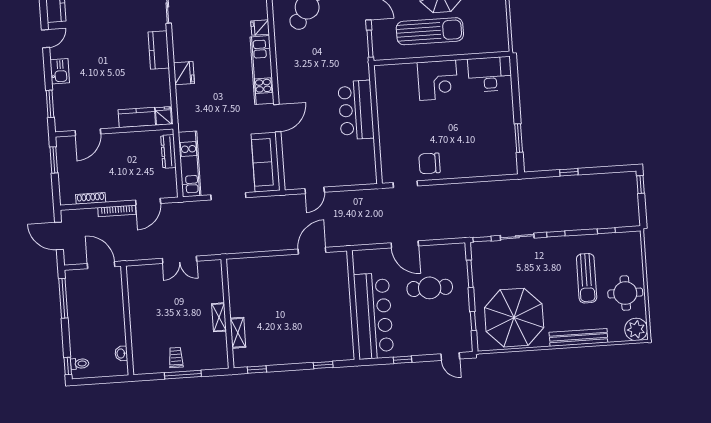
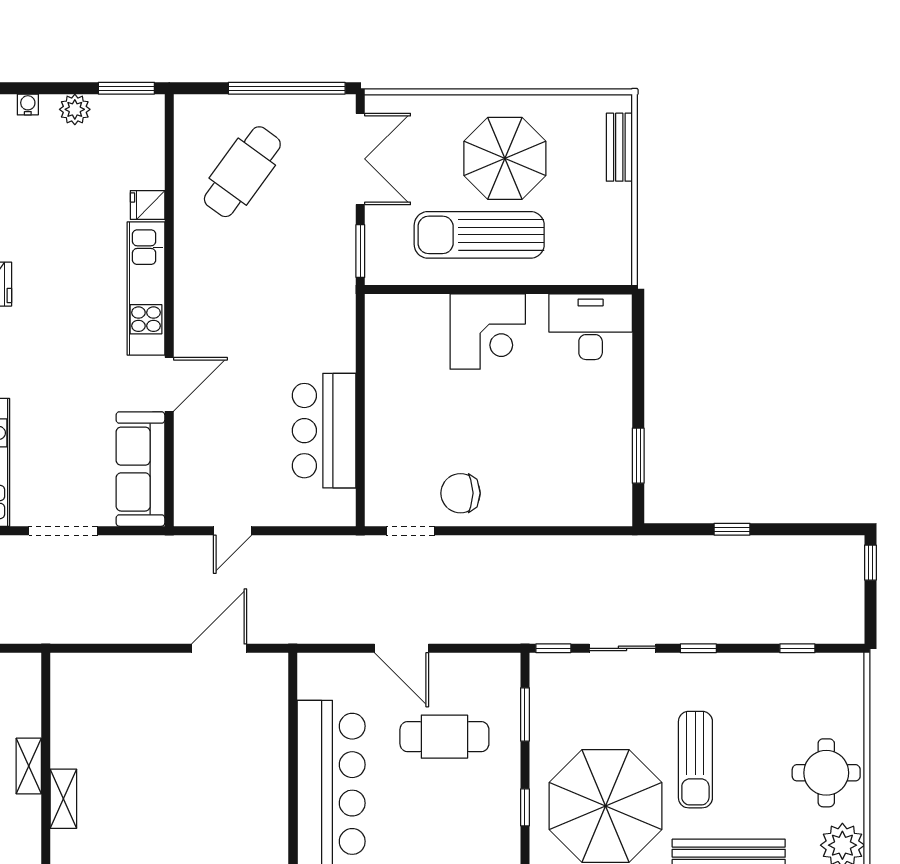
sun lounger: (430, 31) -> (479, 235), turned 180
bar counter: (356, 110) -> (324, 431), moved
sun lounger: (587, 278) -> (695, 760), moved

